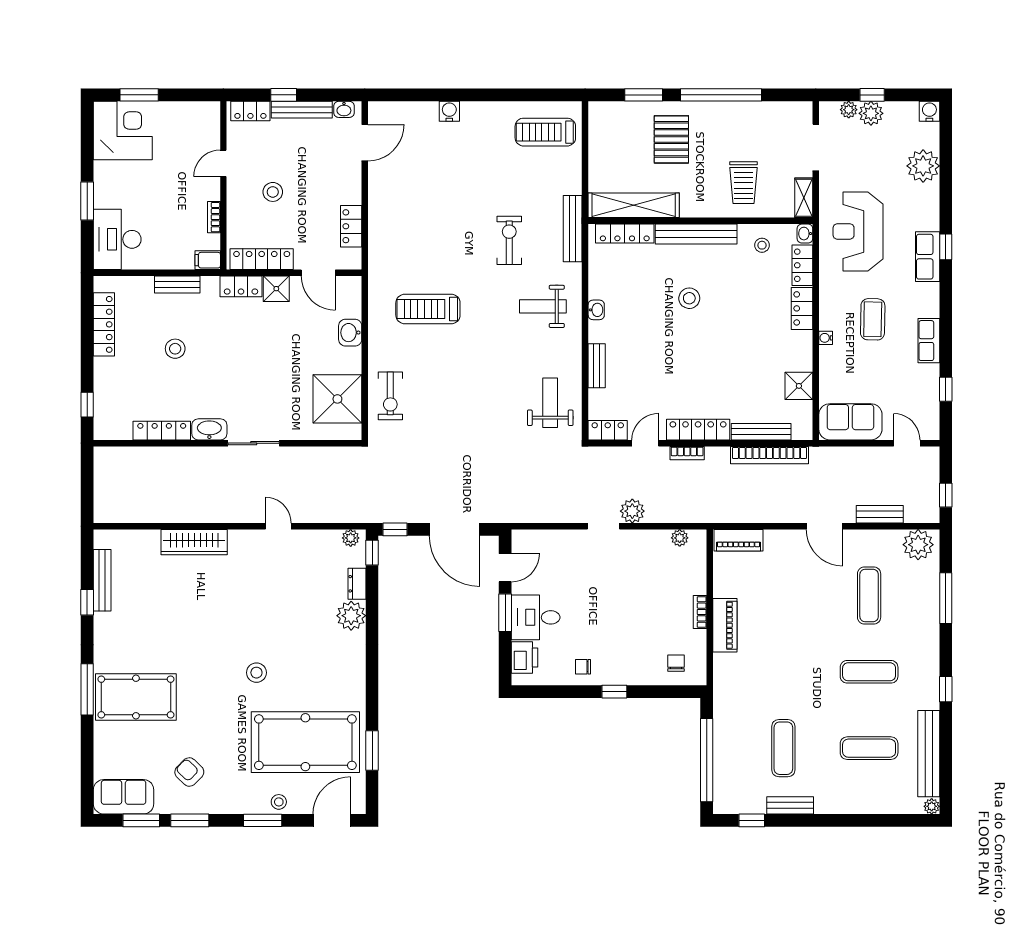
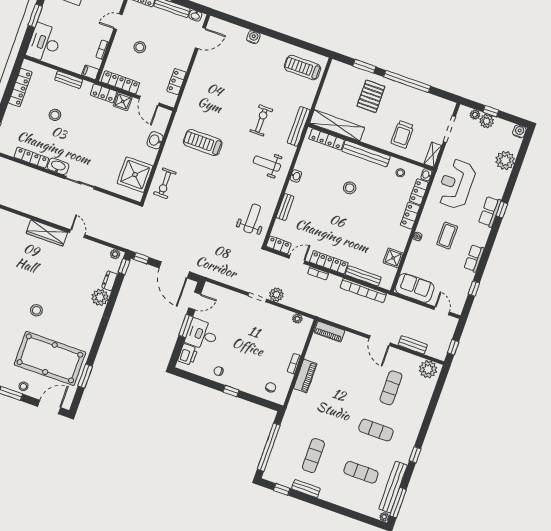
wardrobe: (194, 542) -> (47, 233), moved
window: (946, 598) -> (398, 503), moved

